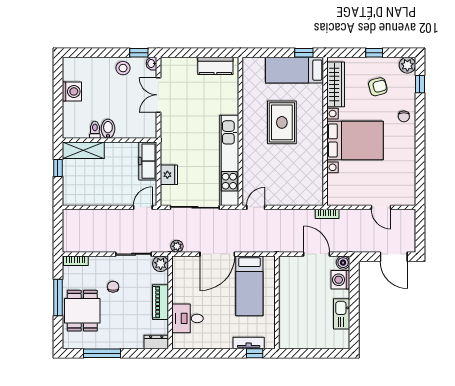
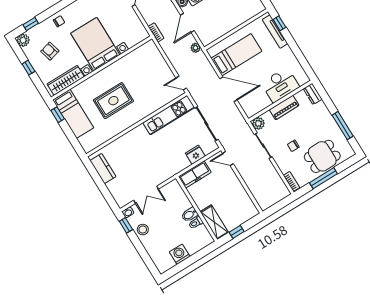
kitchen unit: (229, 160) -> (169, 115), width x0.73
plant: (177, 246) -> (196, 48), moved
desk: (188, 318) -> (280, 85), width x1.37
tv unit: (249, 343) -> (275, 32), width x1.41

